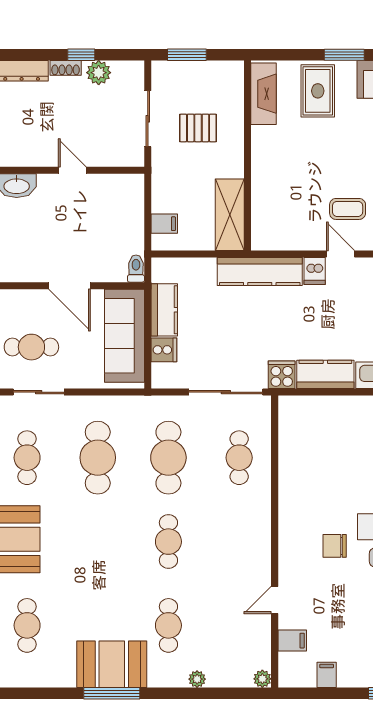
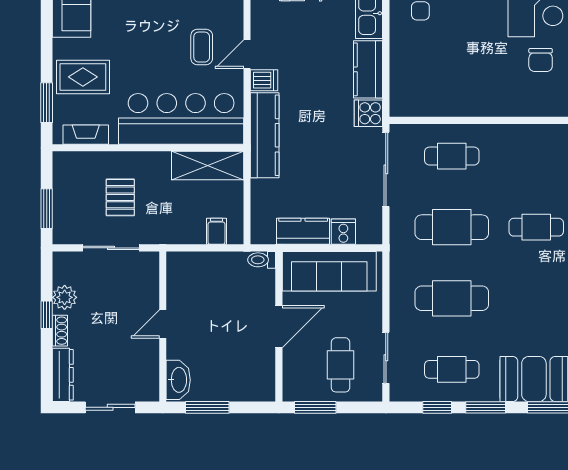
window: (344, 55) -> (47, 103), moved
fireplace: (264, 94) -> (86, 135), width x0.73, depth x0.76
bar counter: (276, 188) -> (181, 119), added

